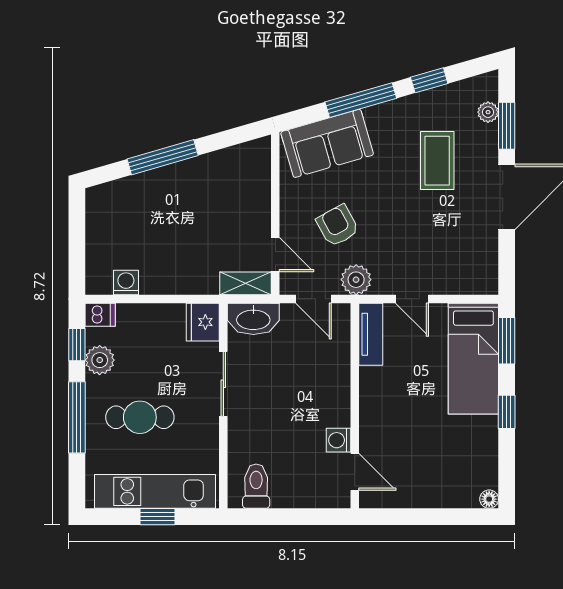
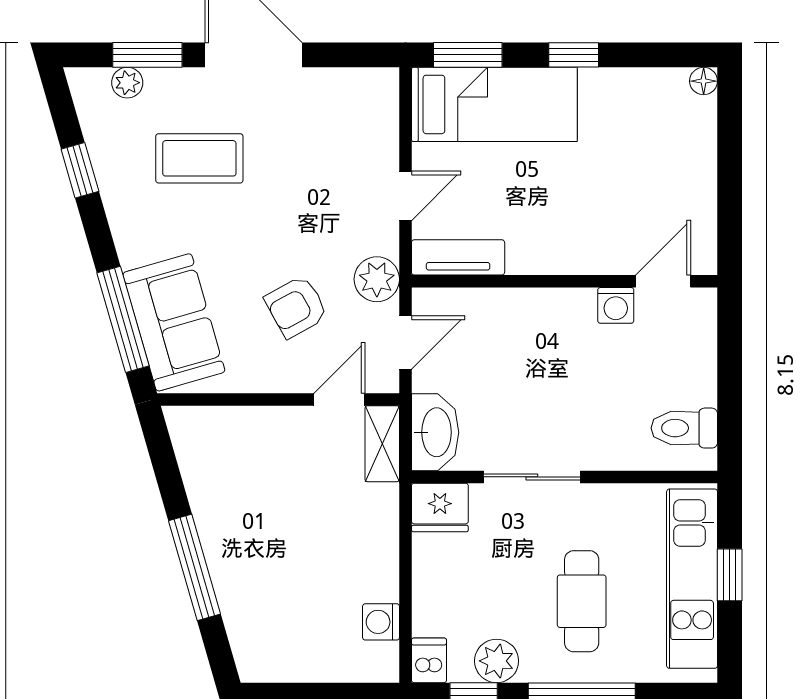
window: (361, 100) -> (123, 319), moved

